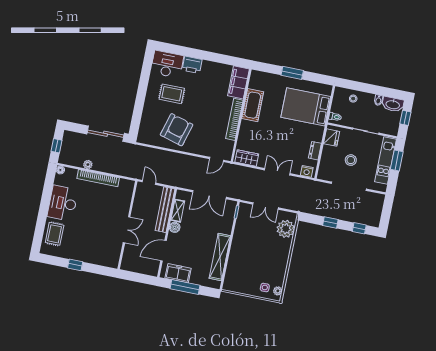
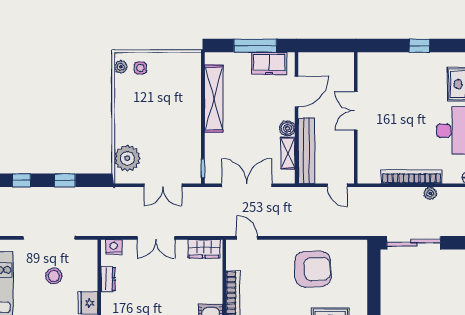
armchair: (177, 130) -> (313, 269), turned -108
door: (216, 159) -> (247, 238), hinge flipped
double door: (266, 206) -> (163, 185), swing flipped

